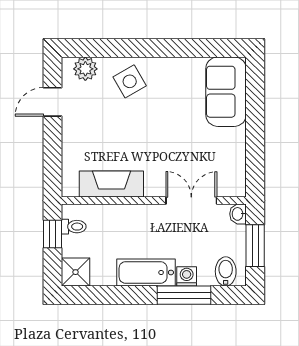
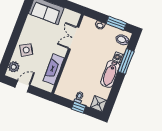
door: (52, 102) -> (22, 86), swing flipped
fireplace: (111, 184) -> (54, 69), moved
wall: (154, 200) -> (68, 54), moved
double door: (191, 200) -> (74, 38), moved

